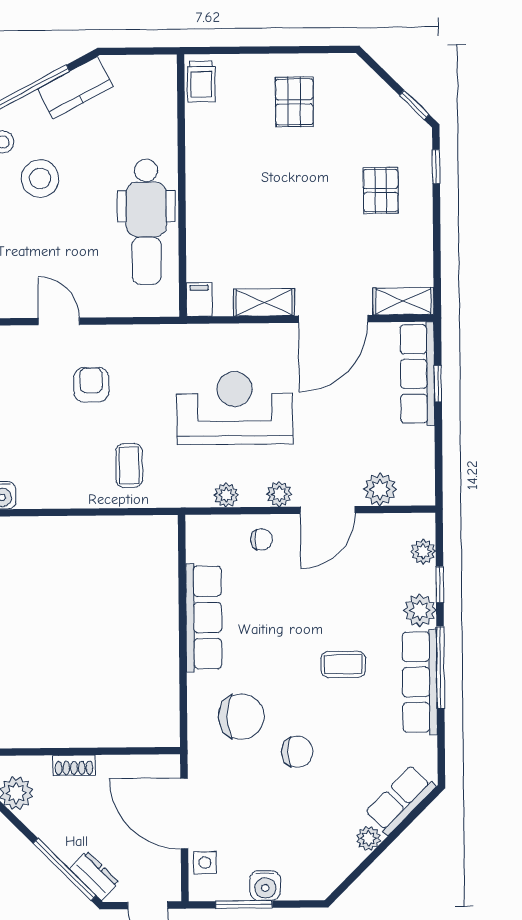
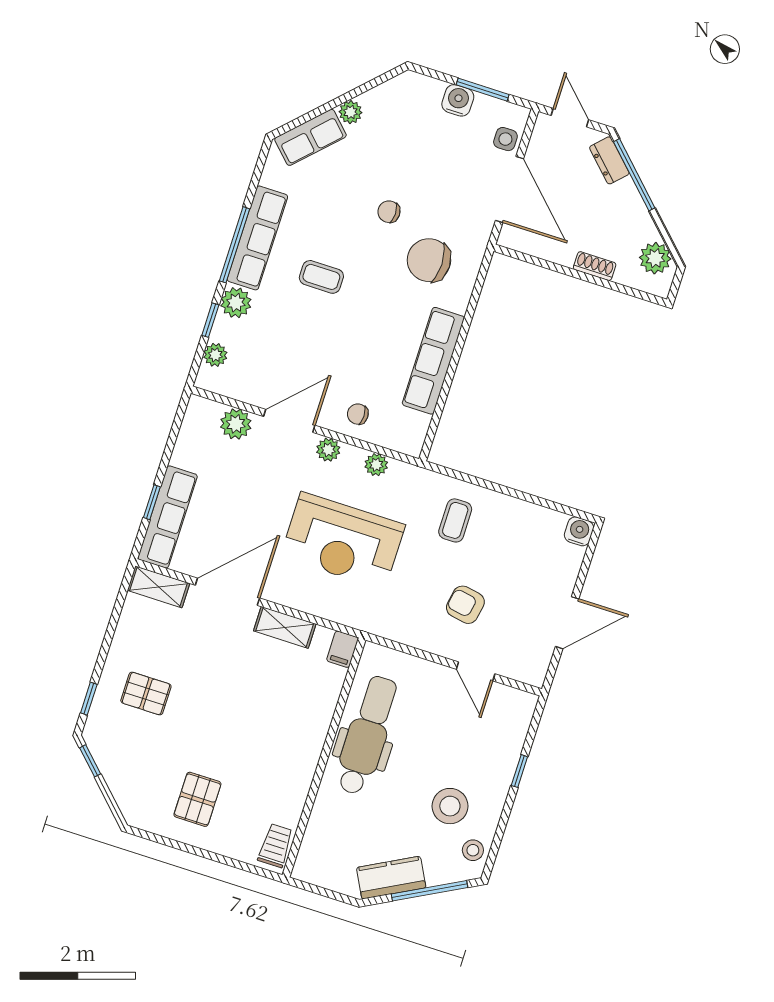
pallet: (381, 191) -> (146, 694), turned 90
armchair: (91, 385) -> (465, 605), turned 100
chair: (297, 752) -> (389, 212), width x0.73, depth x0.73

